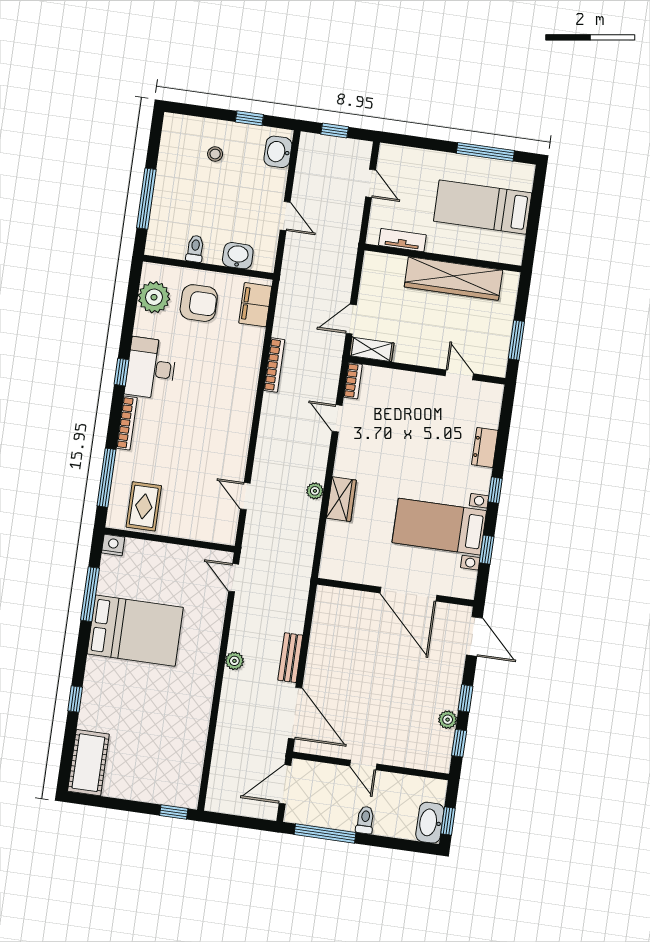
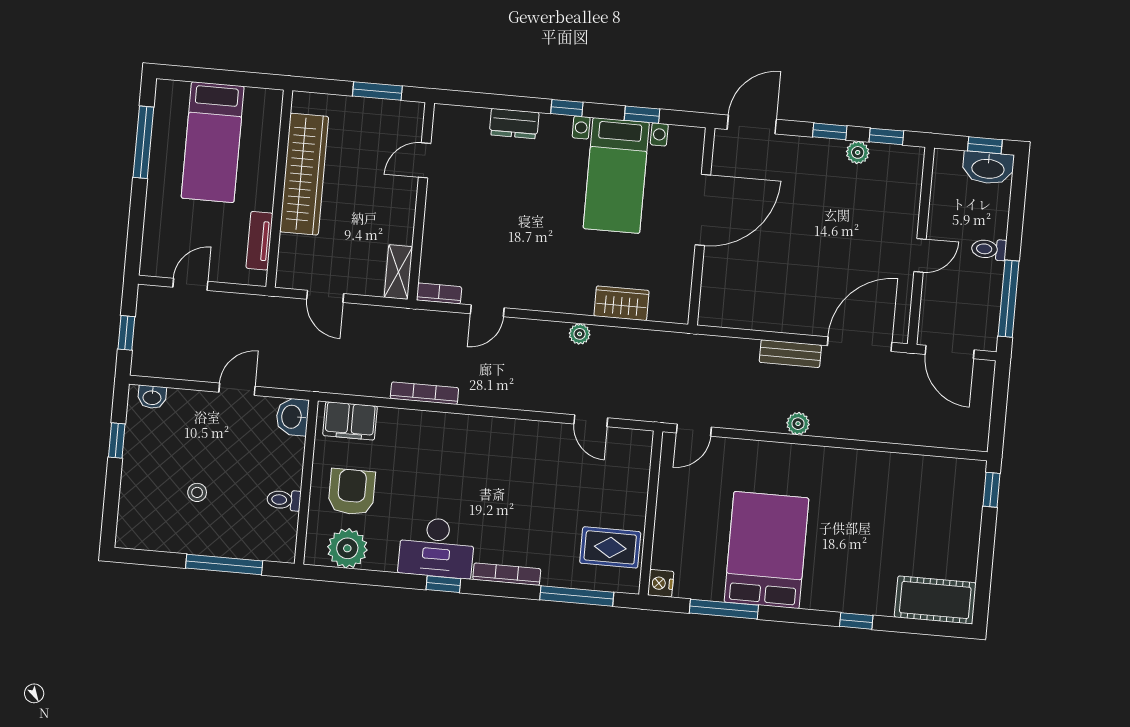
washbasin: (278, 152) -> (152, 397), width x0.72, depth x0.69
stool: (215, 154) -> (197, 492), moved
washbasin: (238, 256) -> (292, 417), moved
door: (351, 319) -> (325, 296), moved
door: (245, 496) -> (591, 421), hinge flipped
wardrobe: (341, 499) -> (622, 303), moved

